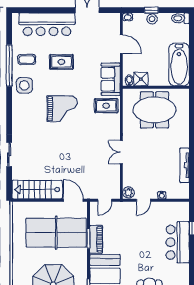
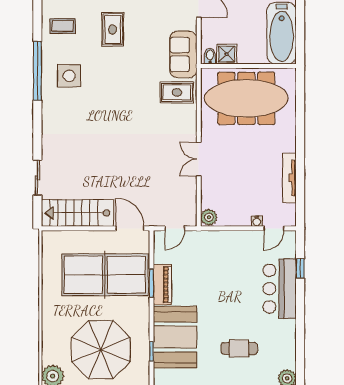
rug: (61, 62) -> (113, 29), turned 90
window: (9, 66) -> (37, 71), moved
side table: (24, 85) -> (69, 76), moved
grand piano: (62, 109) -> (114, 97), removed
meeting table: (154, 110) -> (246, 98), width x1.36
sliding door: (9, 154) -> (37, 178), moved
door: (143, 200) -> (274, 228), moved

